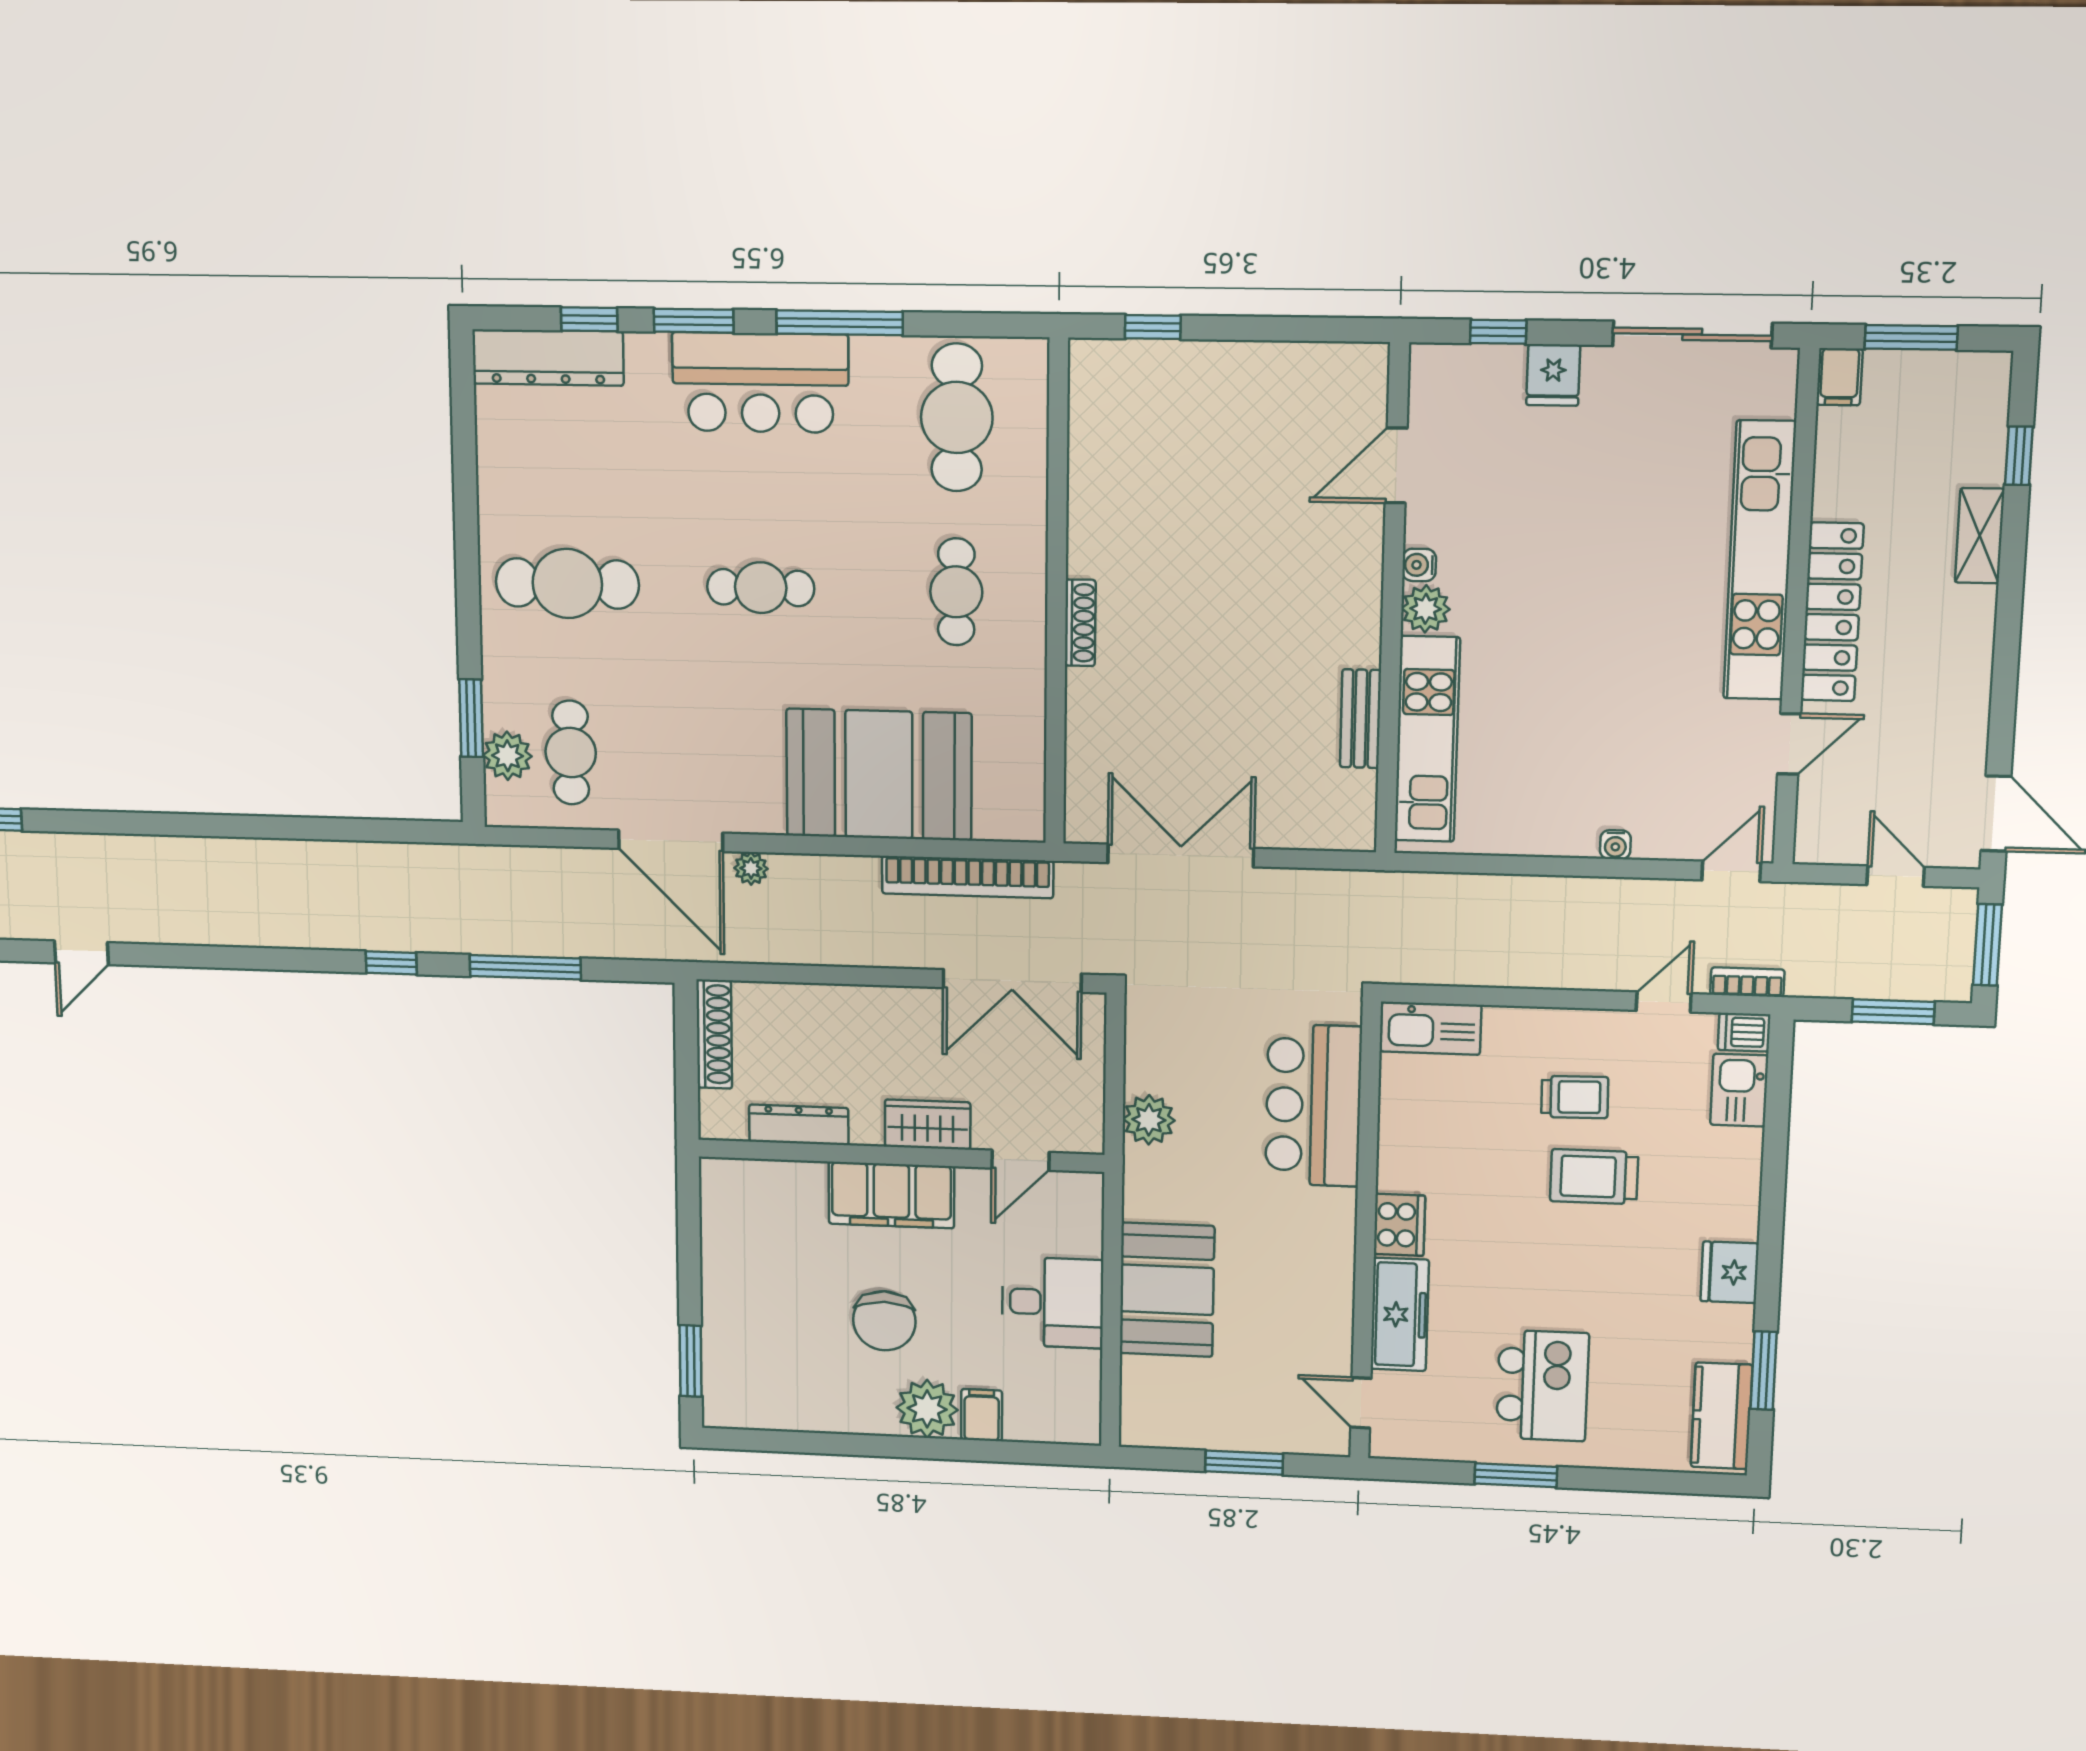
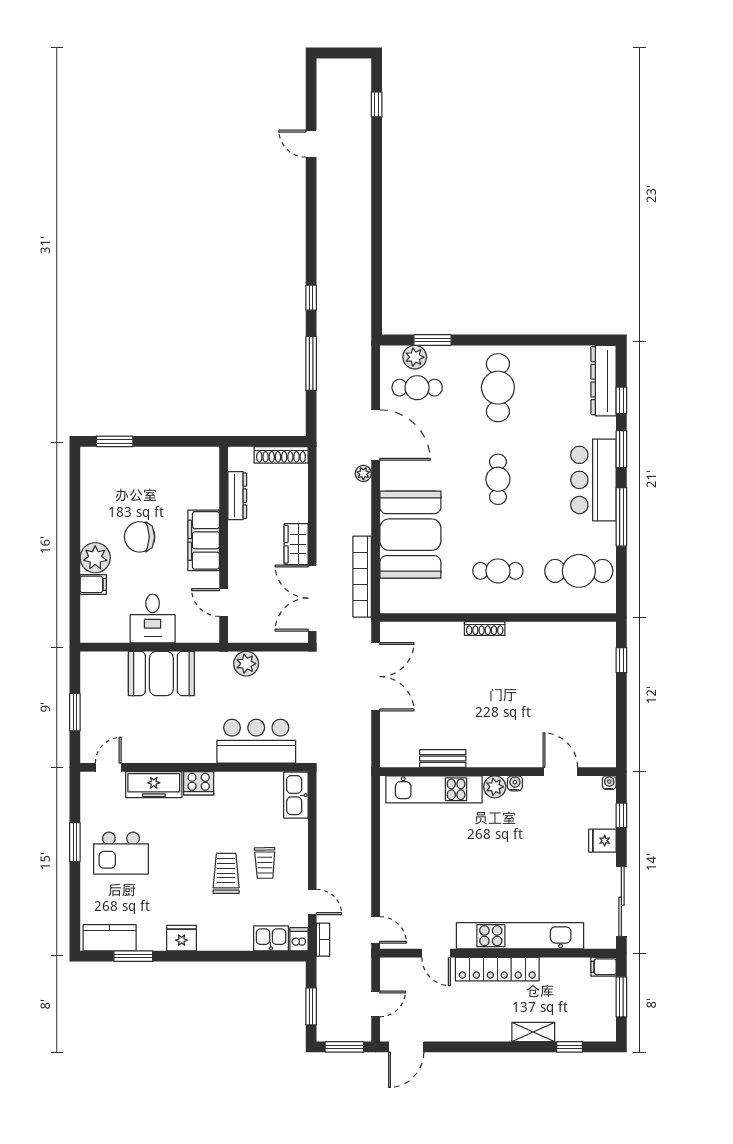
door: (671, 841) -> (376, 435), swing flipped
water cooler: (1615, 845) -> (609, 783), moved, turned 90
wardrobe: (928, 1125) -> (296, 544), moved, turned 180

